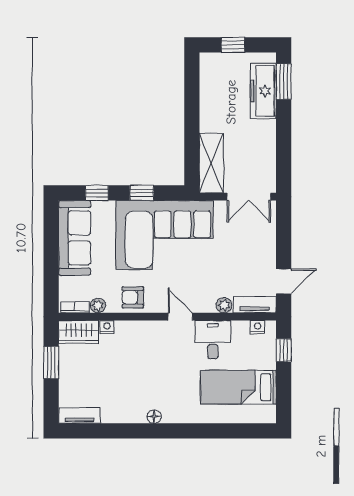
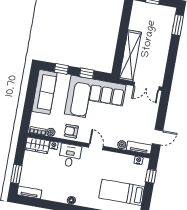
freezer: (263, 91) -> (165, 28), removed
shelving: (211, 163) -> (130, 56), width x1.47
desk: (213, 340) -> (70, 156), moved
window: (51, 362) -> (16, 174), moved

